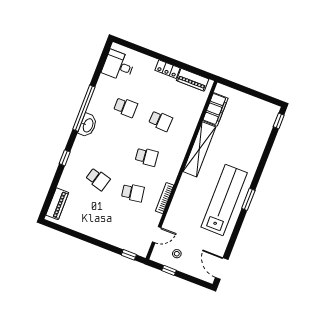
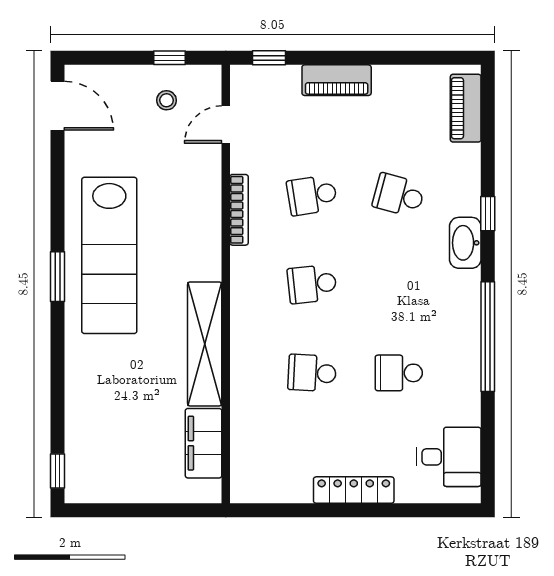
locker: (168, 69) -> (354, 490), width x1.53
piano: (193, 80) -> (337, 80), moved, turned 180
washbasin: (88, 125) -> (465, 243), moved

